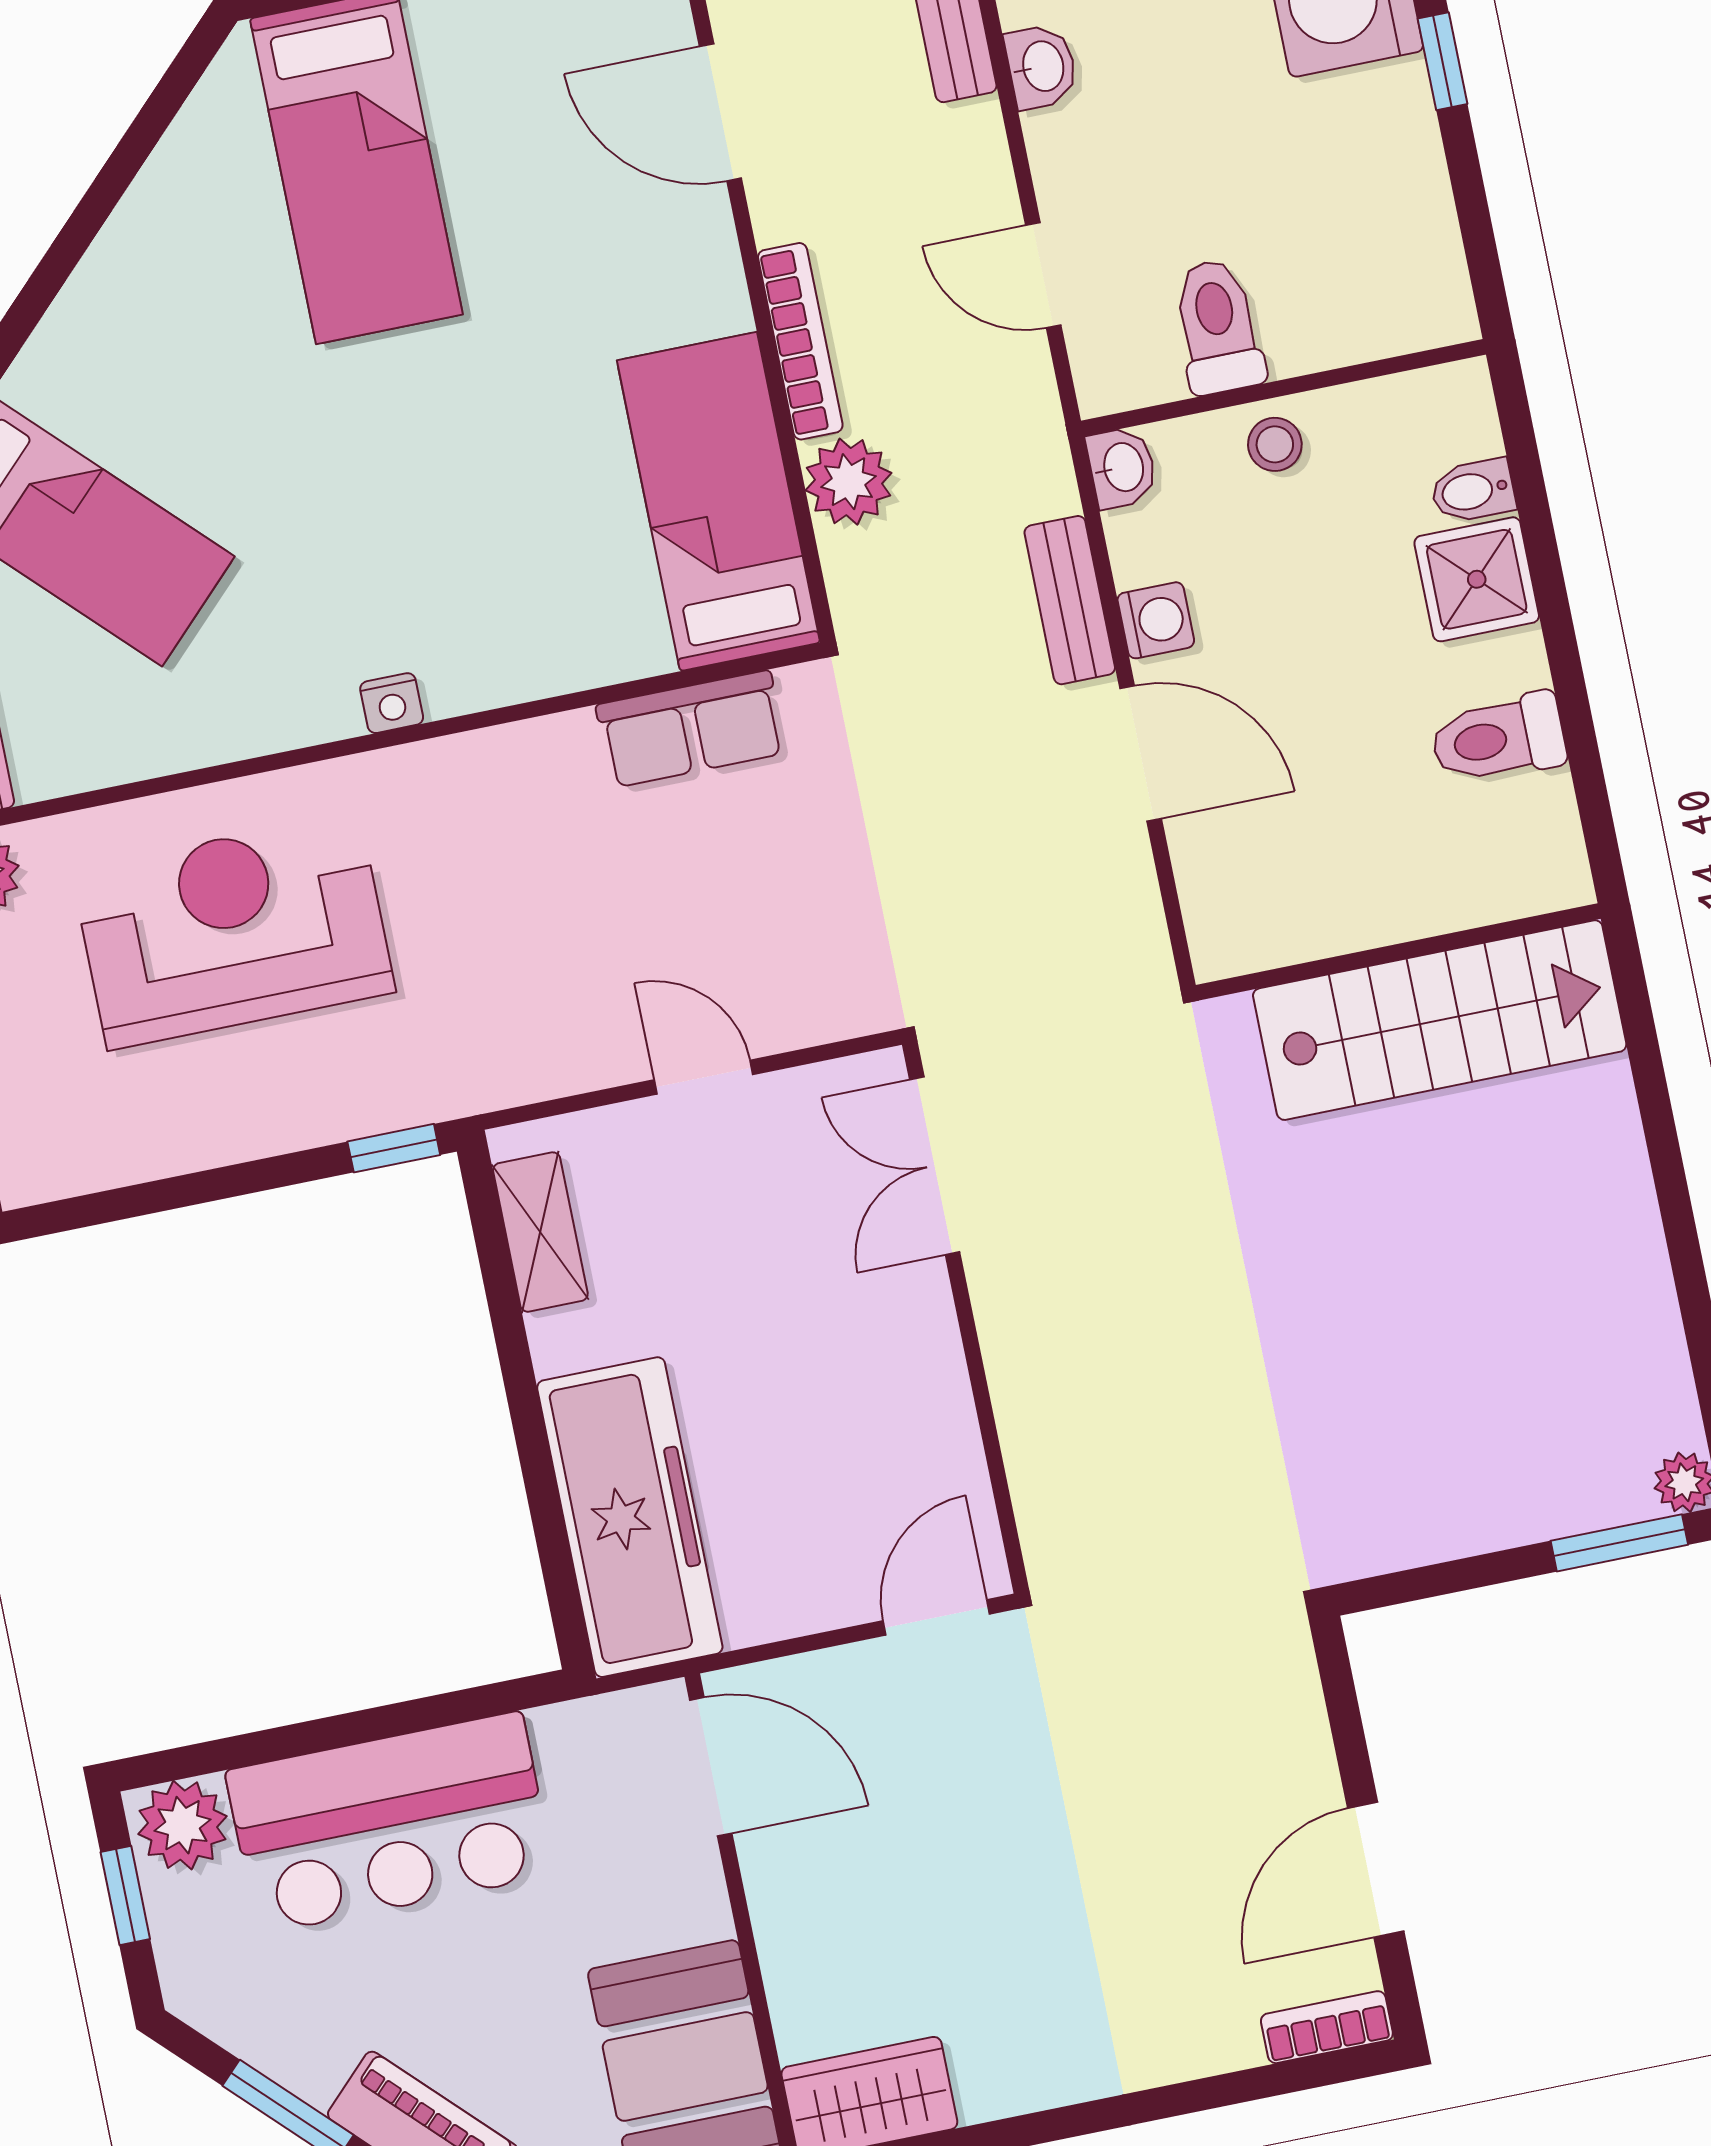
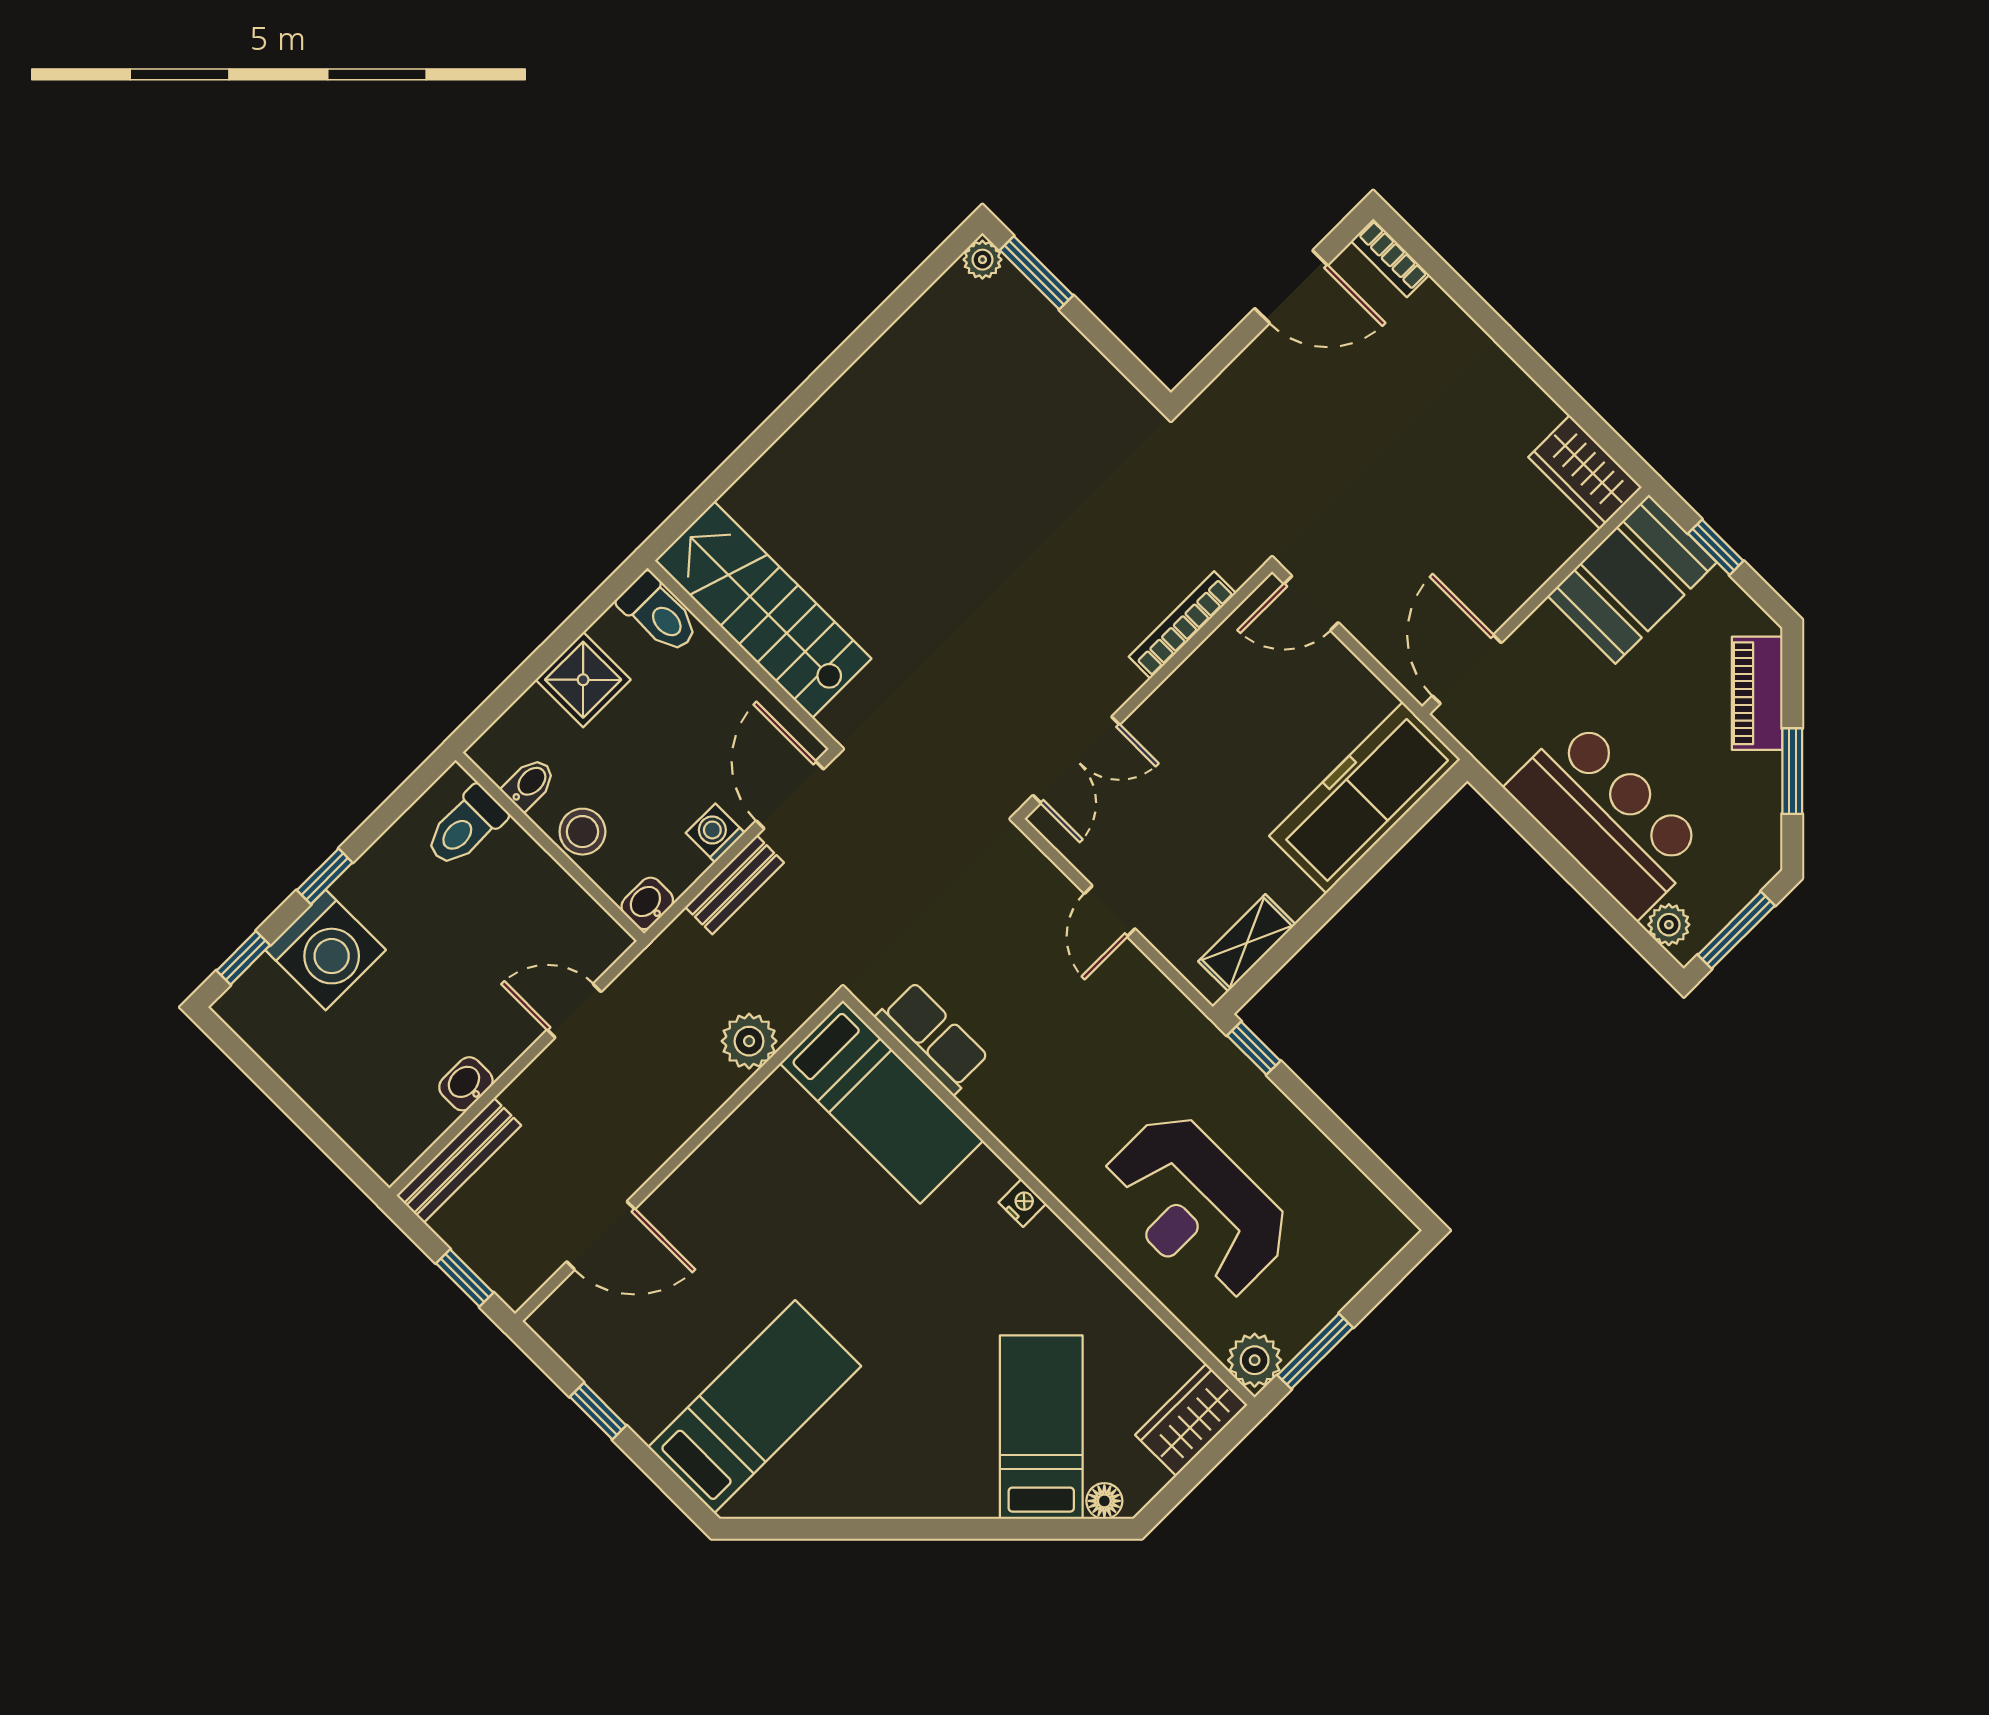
door: (720, 112) -> (601, 1235), hinge flipped
door: (1043, 275) -> (574, 1011), swing flipped
toilet: (1218, 326) -> (465, 827), moved
bookcase: (800, 341) -> (1182, 625), moved
stool: (1275, 444) -> (582, 832), width x1.37, depth x1.37
bidet: (1473, 491) -> (529, 784), moved, turned -90
bed: (719, 502) -> (882, 1102), moved, turned -90
wall: (1398, 952) -> (742, 655), moved
stairs: (1440, 1020) -> (763, 610), moved
plant: (182, 1825) -> (1669, 925), width x0.73, depth x0.73
window: (125, 1896) -> (1736, 930), width x1.50

